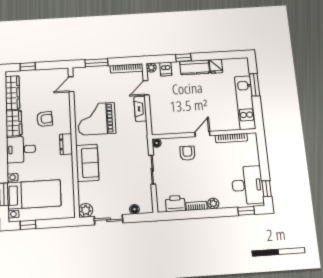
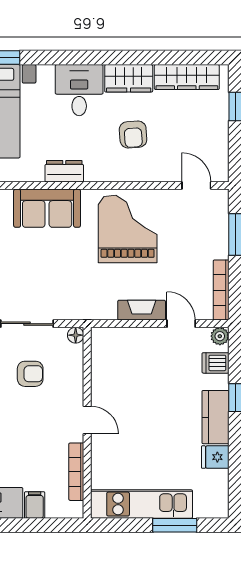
dresser: (66, 144) -> (64, 171), moved
armchair: (187, 153) -> (30, 374), moved
filing cabinet: (252, 159) -> (35, 505), added

